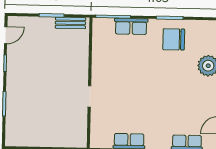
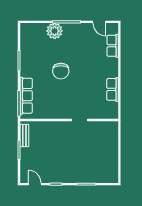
row of seats: (131, 26) -> (26, 96), width x1.48
chair: (174, 39) -> (61, 71), moved

